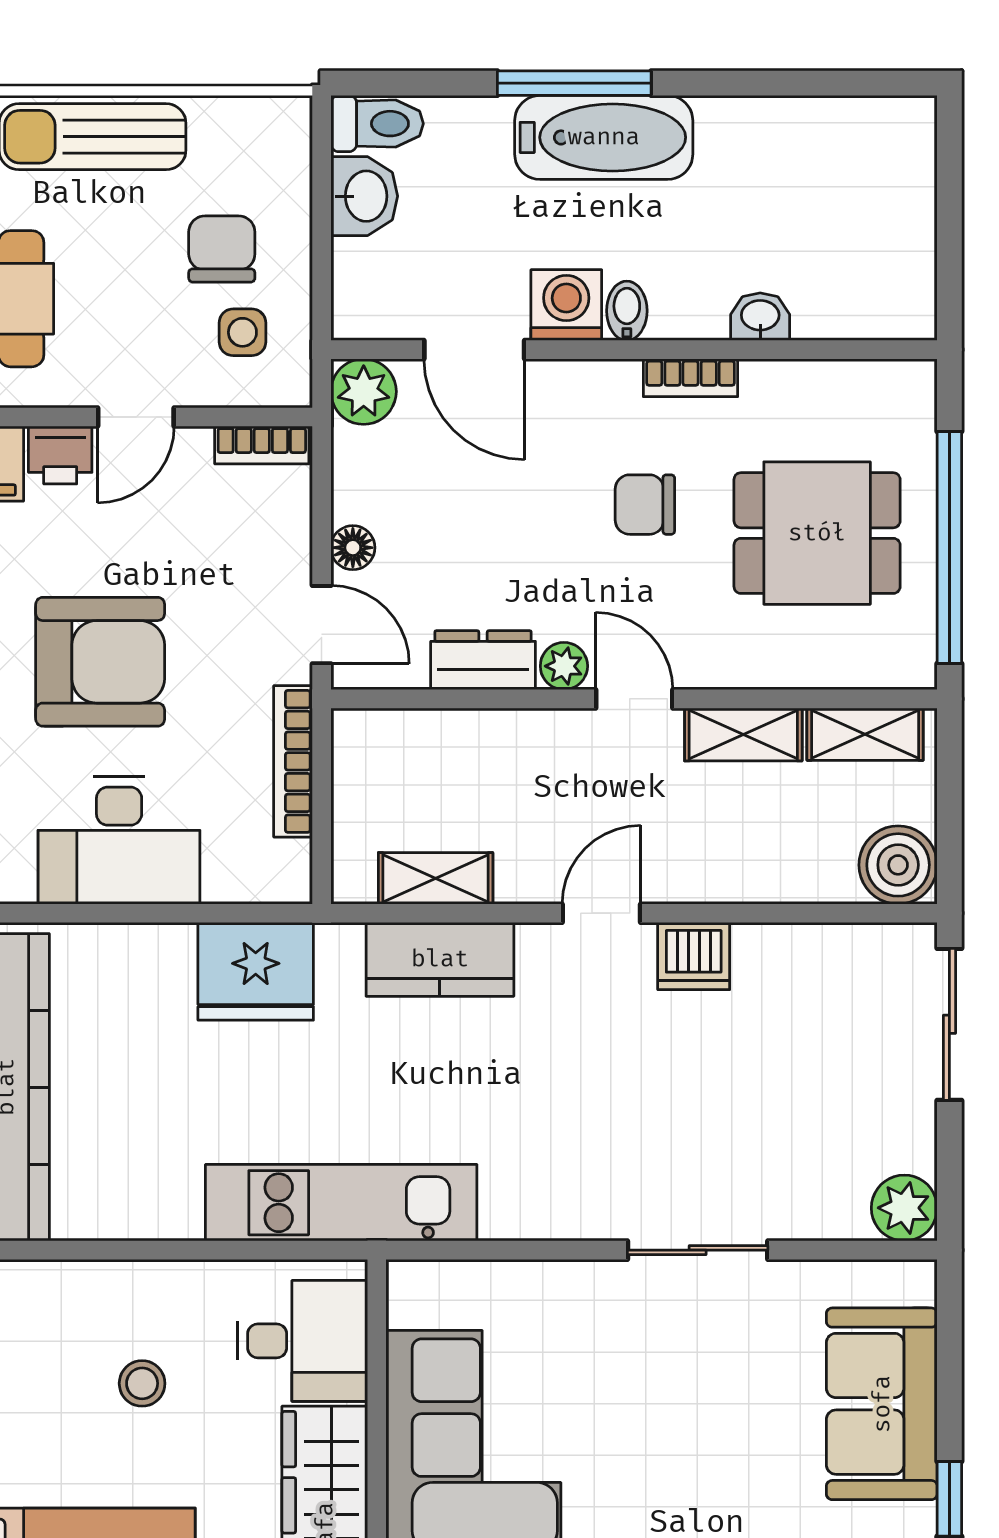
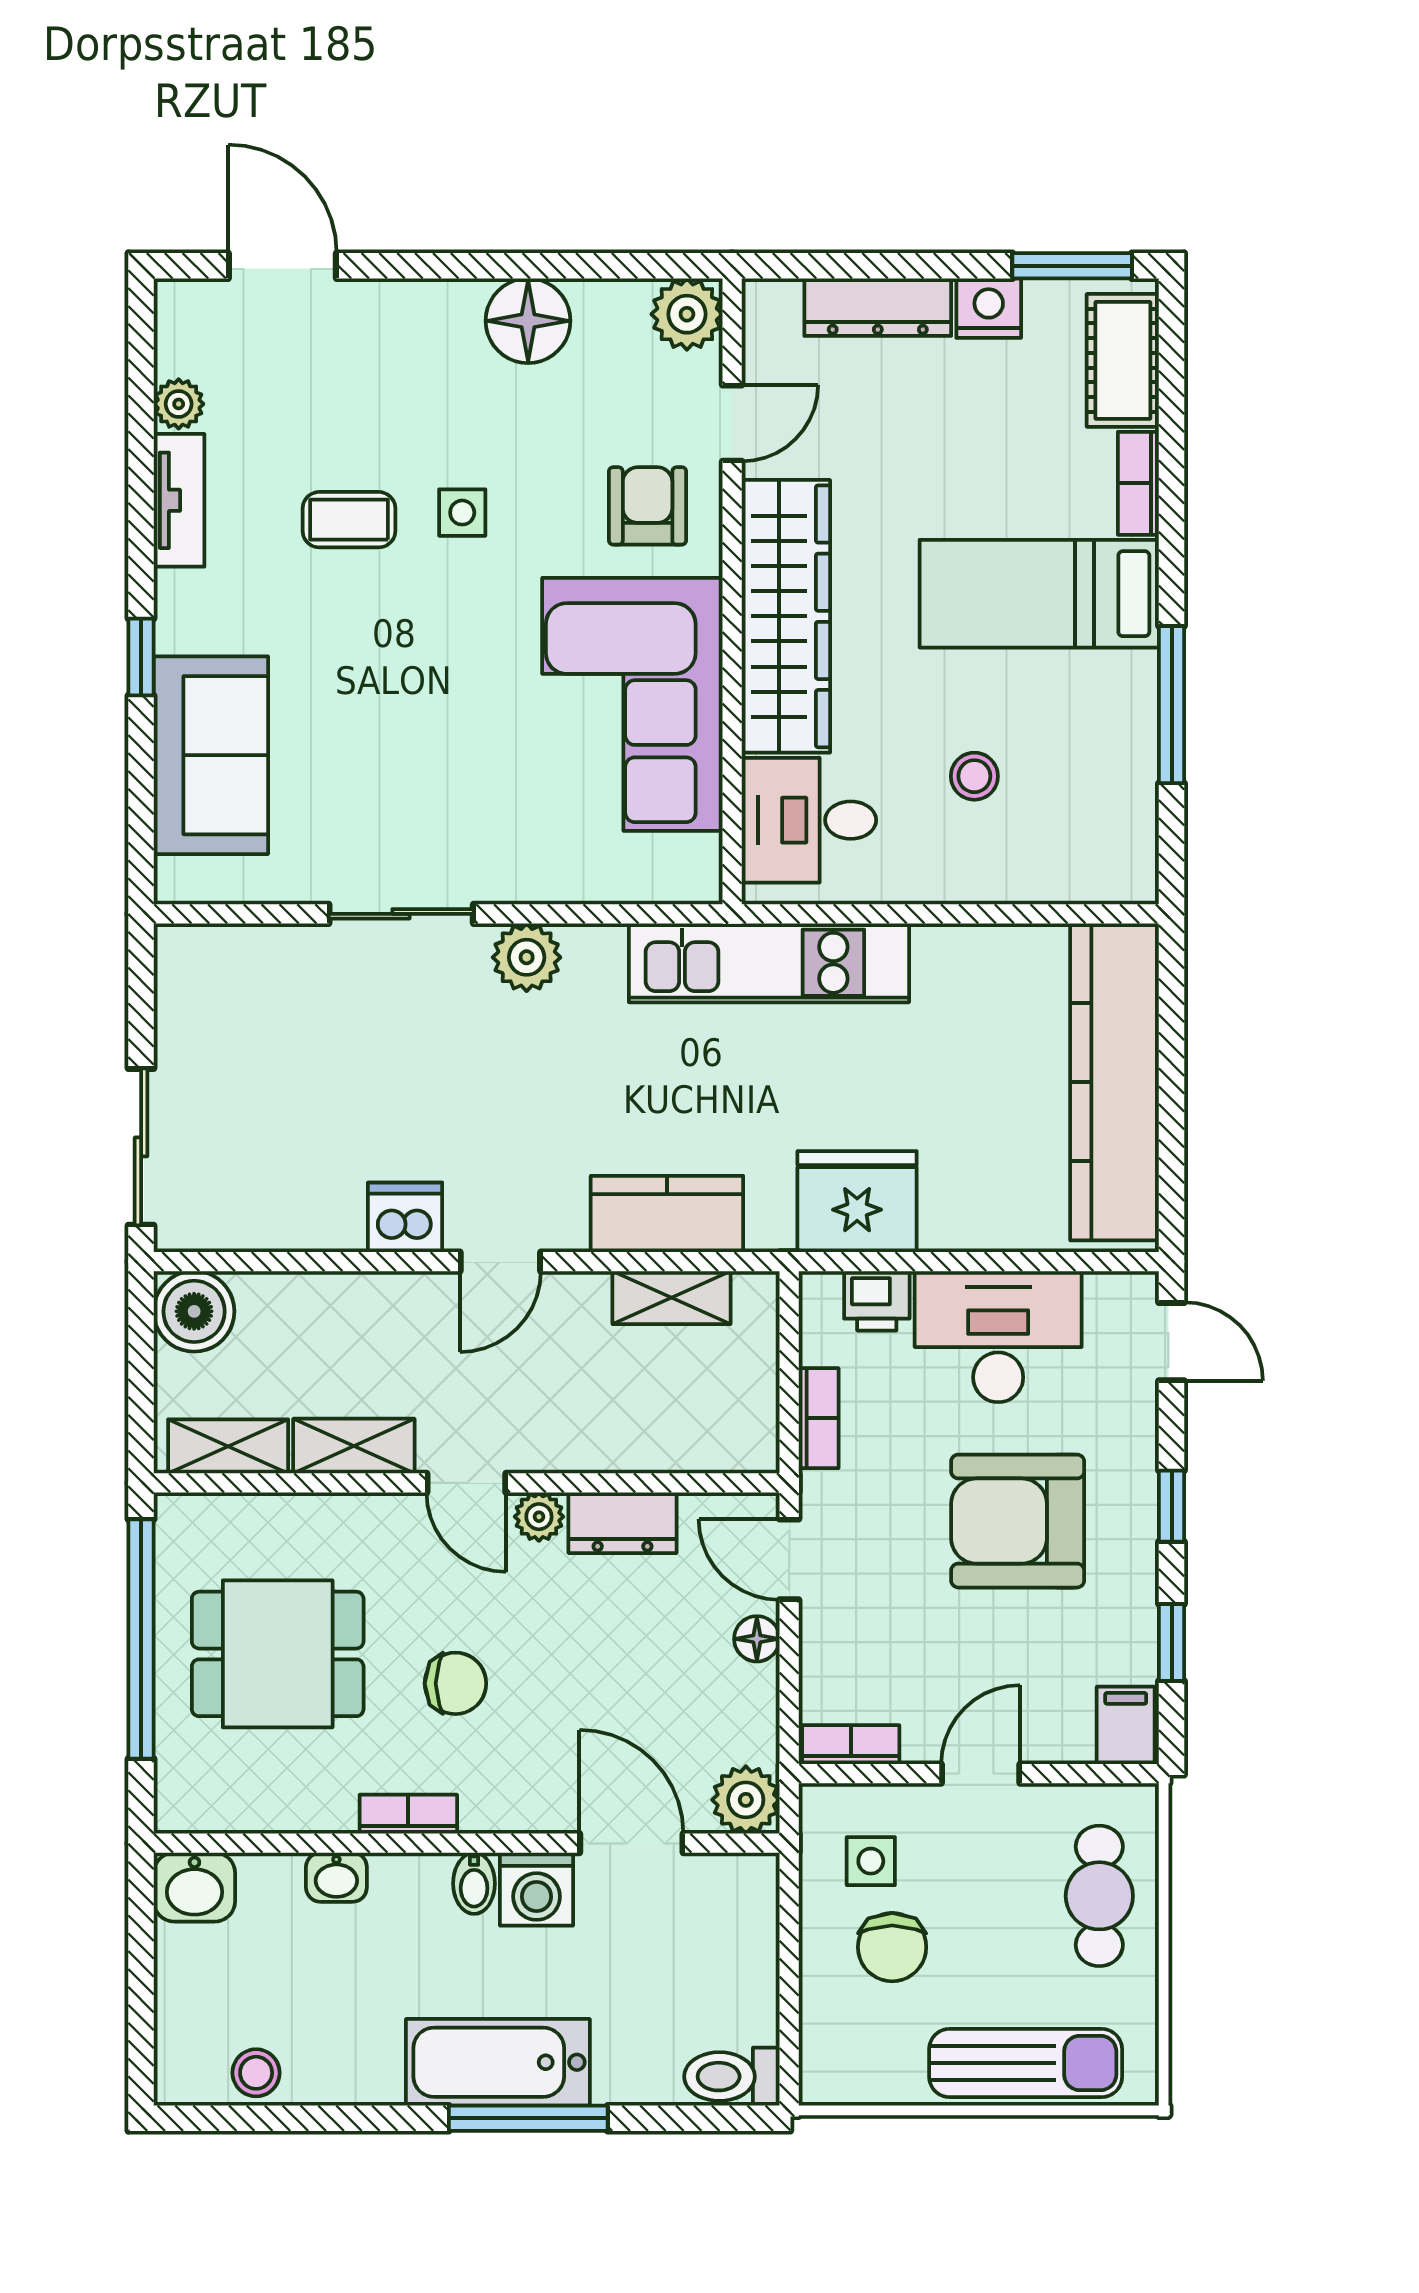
stool: (838, 127) -> (256, 2073), added
washbasin: (364, 196) -> (194, 1887), moved, turned -90
printer: (60, 455) -> (877, 1301), moved, turned 180
bookcase: (293, 761) -> (819, 1418), width x0.64
plant: (904, 1208) -> (527, 957), moved

